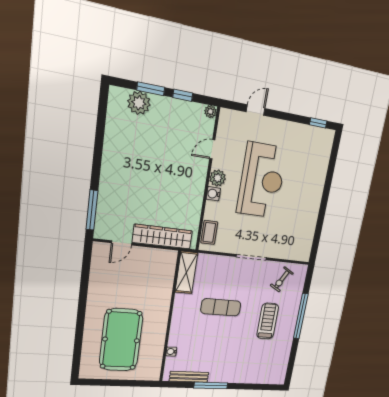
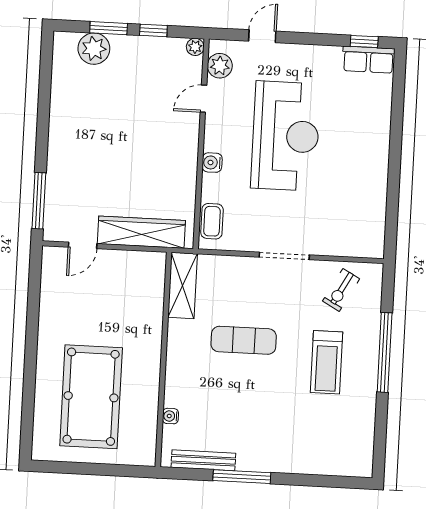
row of seats: (319, 135) -> (369, 60), added
plant: (218, 178) -> (220, 66), moved
treadmill: (268, 321) -> (326, 362), turned 180

